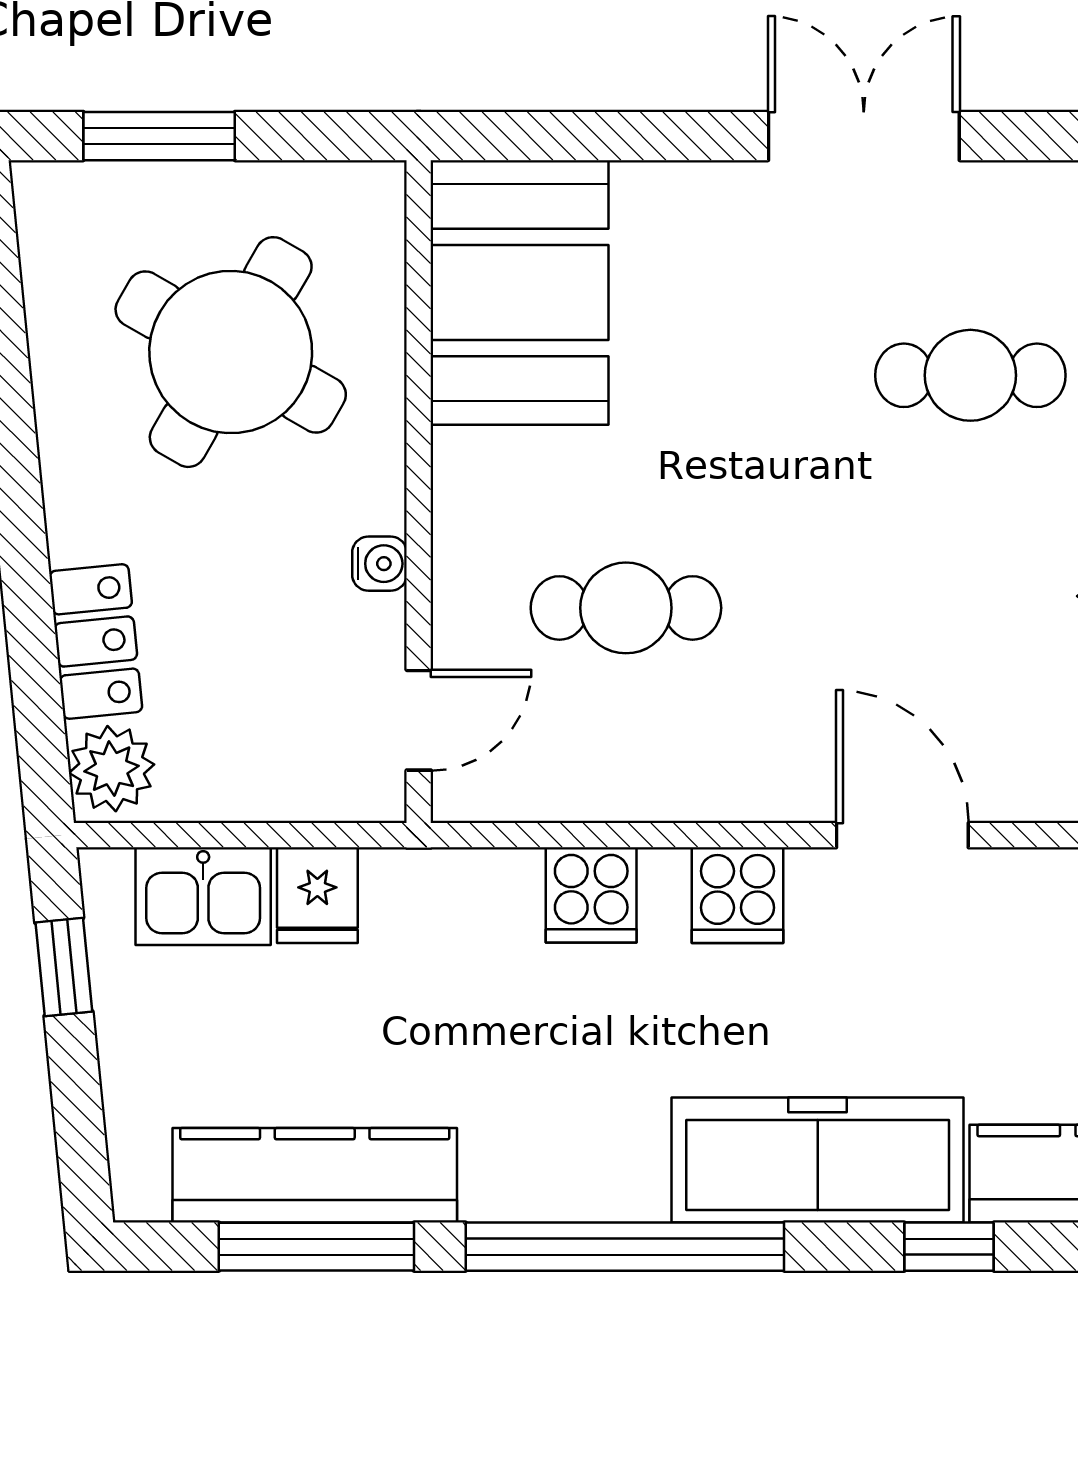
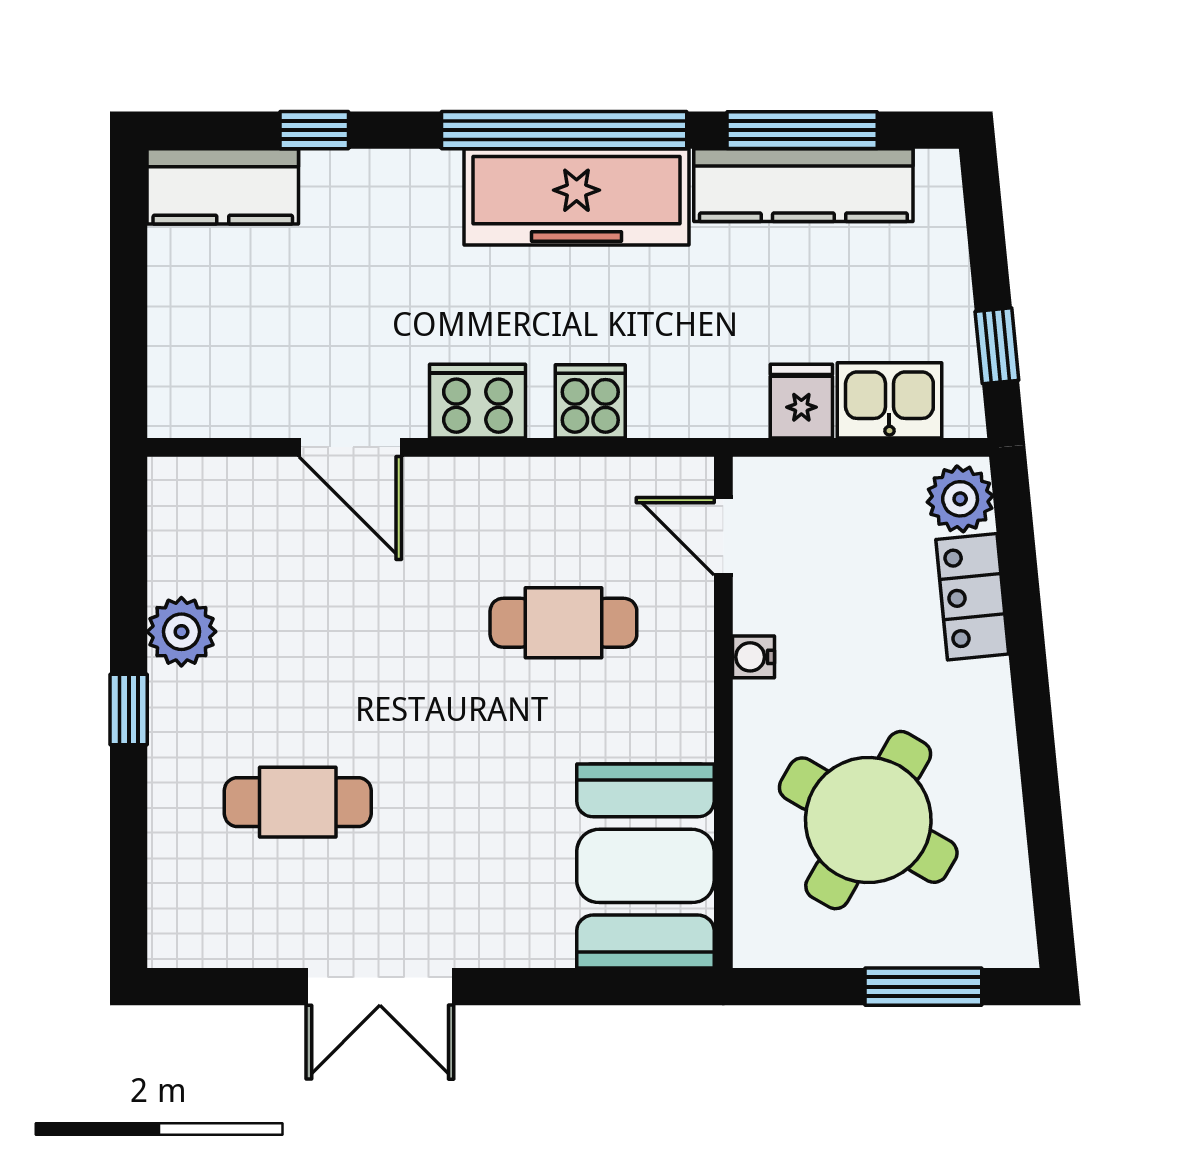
door: (419, 720) -> (723, 536), hinge flipped
cooker: (737, 895) -> (477, 401), width x1.36
freezer: (818, 1160) -> (577, 197), moved

